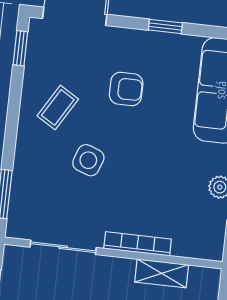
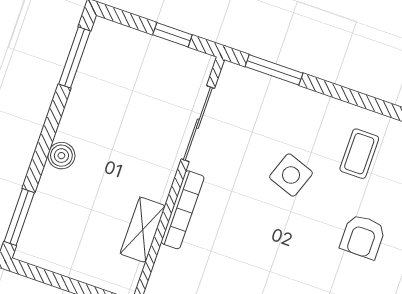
coffee table: (58, 107) -> (359, 154), turned 59

